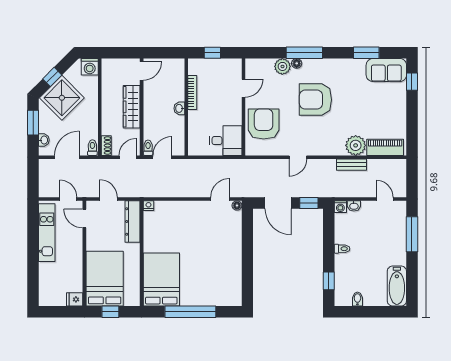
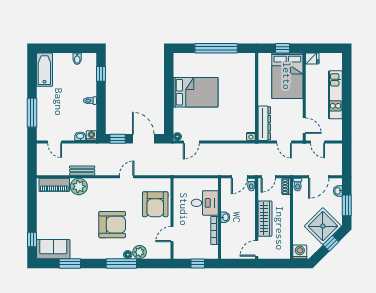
desk: (226, 141) -> (205, 203), moved, turned 180
kitchen unit: (47, 233) -> (335, 95), moved
bed: (161, 279) -> (196, 92), moved, turned -90

